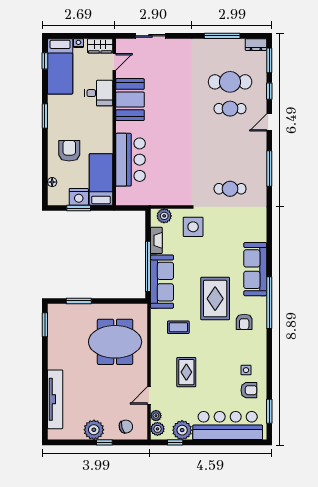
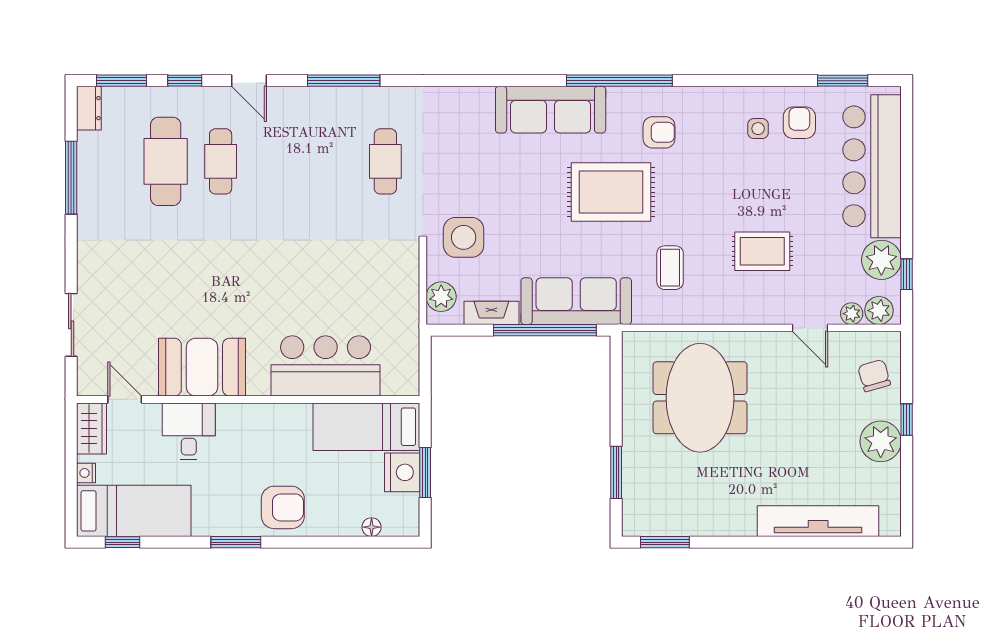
armchair: (69, 151) -> (283, 507), moved, turned 180

